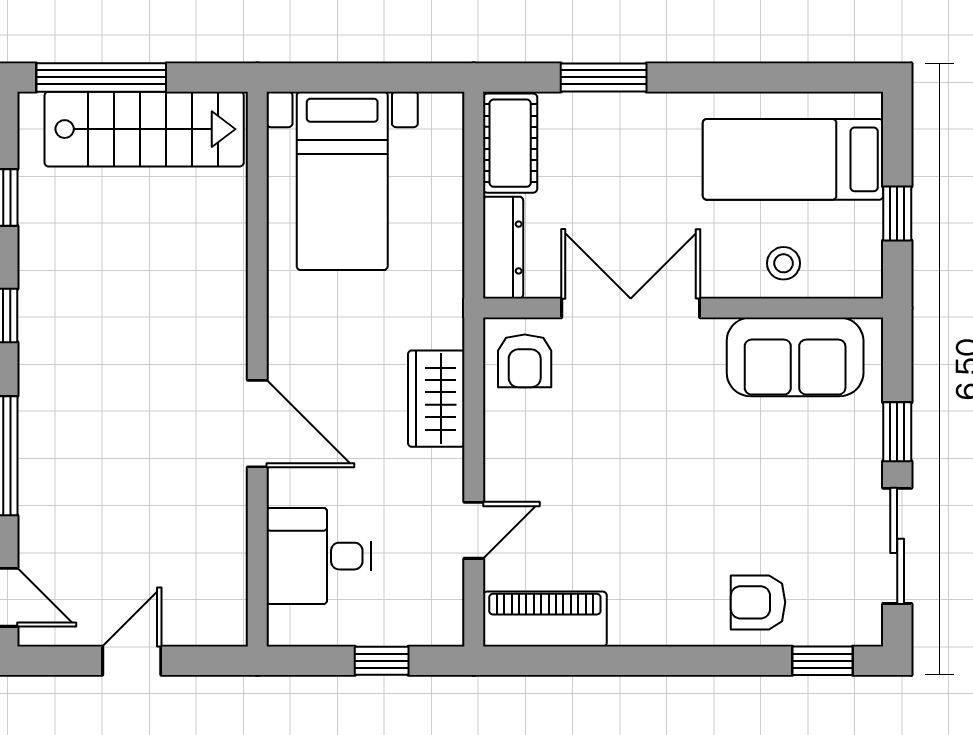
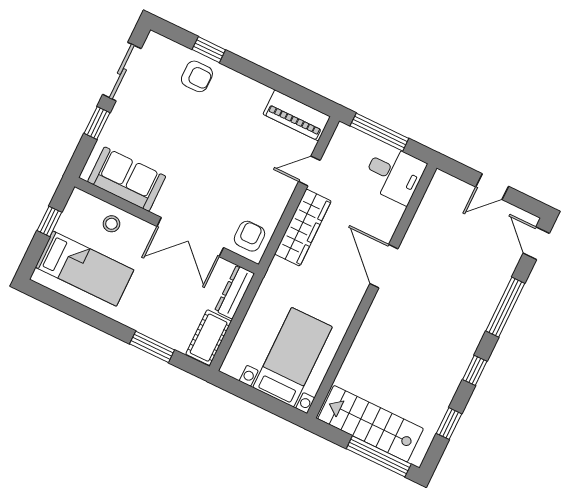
wardrobe: (436, 399) -> (303, 228), width x1.50
desk: (319, 556) -> (394, 174), moved
window: (382, 661) -> (379, 132), width x2.17
window: (823, 661) -> (209, 50), moved

